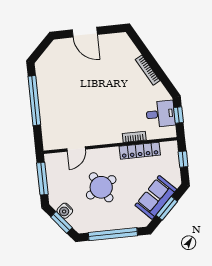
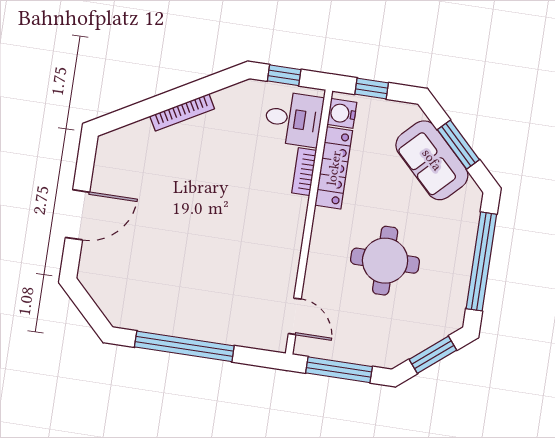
desk: (160, 114) -> (294, 119), moved, turned 90
door: (76, 149) -> (295, 316), moved
round table: (101, 187) -> (385, 261), turned 30
water cooler: (65, 211) -> (342, 113), moved, turned 129

